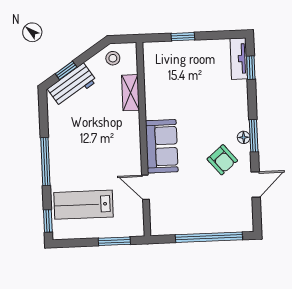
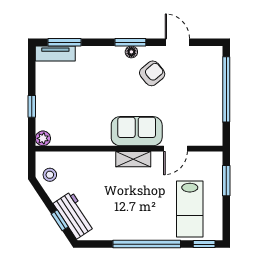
plant: (150, 49) -> (43, 138), added
window: (251, 68) -> (64, 42), width x1.50
shelving: (131, 93) -> (133, 159), moved
window: (45, 162) -> (147, 244), width x1.46

